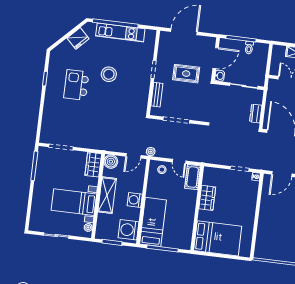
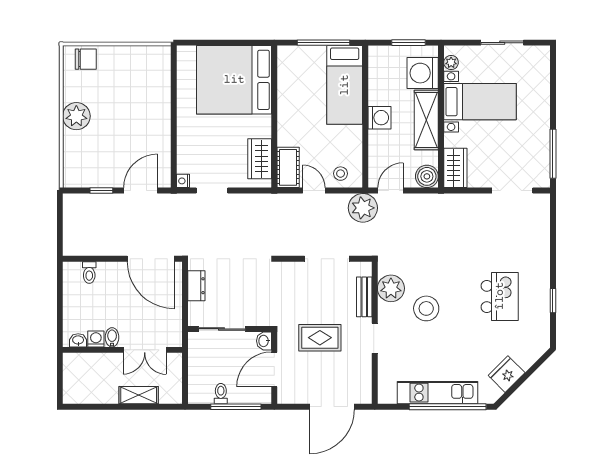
stool: (109, 74) -> (426, 308), moved
plant: (140, 98) -> (391, 288), added
plant: (151, 152) -> (363, 208), width x1.87, depth x1.87
wardrobe: (207, 198) -> (260, 159), moved
washing machine: (129, 230) -> (423, 73), moved, turned 180
bed: (218, 238) -> (234, 80), width x1.36

